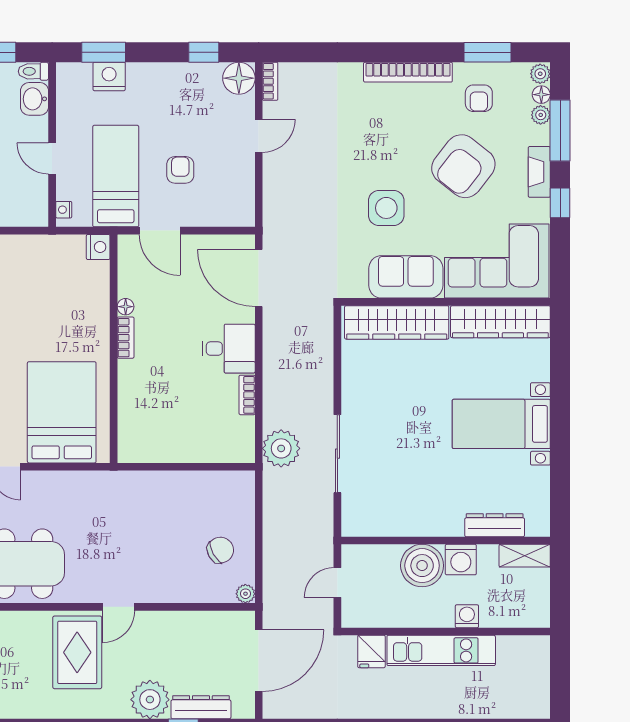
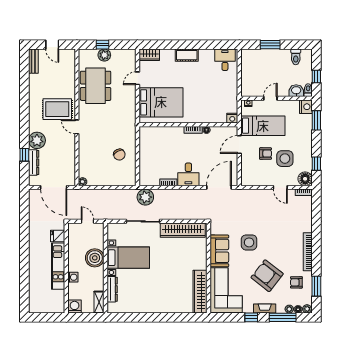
nightstand: (109, 76) -> (306, 107), moved
side table: (192, 125) -> (285, 159), added
wardrobe: (397, 322) -> (183, 230), moved, turned -90
bed with nightstands: (501, 424) -> (128, 258), moved, turned 90
chair: (220, 550) -> (119, 155), moved
washing machine: (461, 560) -> (75, 307), moved, turned 90

